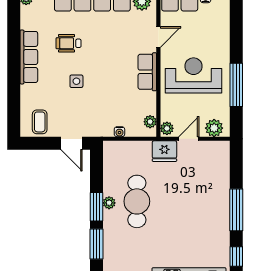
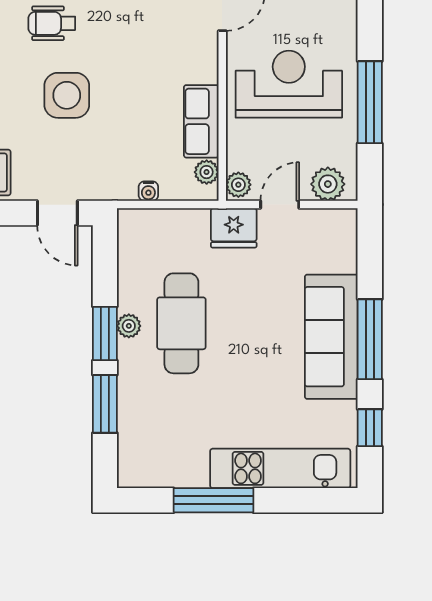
row of seats: (147, 72) -> (201, 121), moved
side table: (76, 81) -> (67, 95), width x1.87, depth x1.87
sofa: (216, 209) -> (331, 337), added

